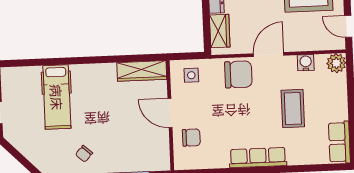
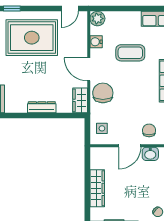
wardrobe: (220, 31) -> (80, 100), moved, turned -90
wardrobe: (142, 71) -> (97, 188), moved
washbasin: (160, 141) -> (150, 154), added

